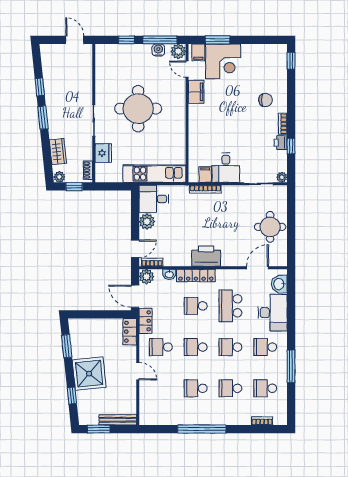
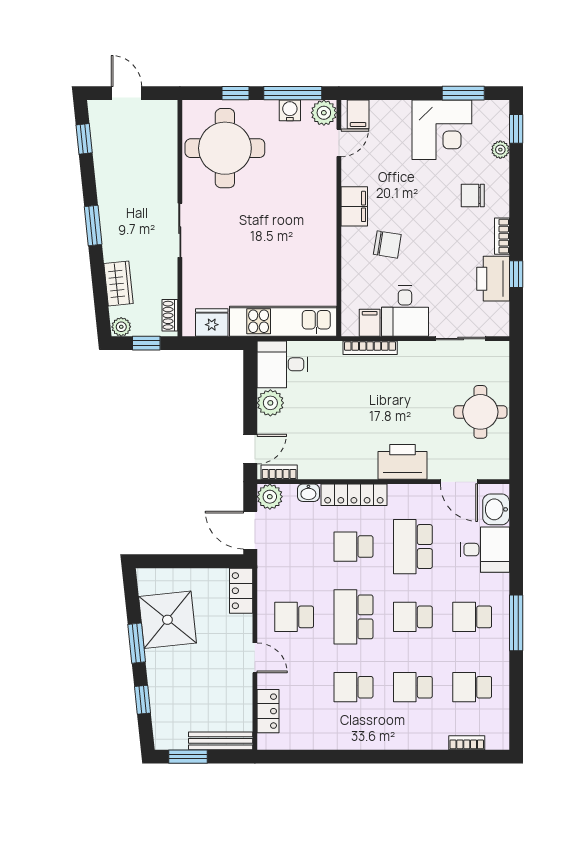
door: (75, 40) -> (126, 93), moved
window: (218, 40) -> (463, 93), moved
corner desk: (223, 61) -> (442, 130), moved
door: (187, 69) -> (339, 143), swing flipped
window: (40, 87) -> (84, 139), moved
filing cabinet: (196, 92) -> (354, 206), moved
chair: (266, 100) -> (473, 196), turned 180
round table: (138, 109) -> (225, 148), moved
chair: (215, 129) -> (387, 244), added
printer: (281, 143) -> (493, 279), width x1.87, depth x1.48
fridge: (103, 153) -> (212, 322), moved, turned -90
plant: (282, 177) -> (500, 150), moved
printer: (206, 256) -> (403, 462), moved
door: (257, 268) -> (459, 482), swing flipped
desk: (273, 313) -> (485, 550), width x0.73
locker: (146, 321) -> (268, 711), moved
window: (67, 346) -> (137, 643), moved
school desk: (196, 347) -> (353, 617), width x1.85
window: (291, 366) -> (516, 623), moved
shower: (89, 374) -> (167, 620), moved
window: (202, 429) -> (364, 757), removed

